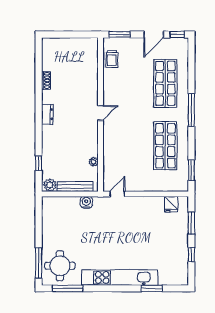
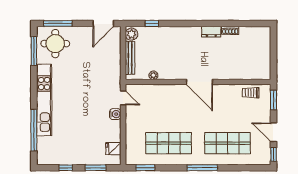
door: (101, 113) -> (199, 82), width x1.88
dresser: (47, 114) -> (211, 32), moved
water cooler: (86, 202) -> (115, 114), moved
door: (39, 215) -> (103, 23), added
window: (152, 288) -> (34, 130), width x2.11

